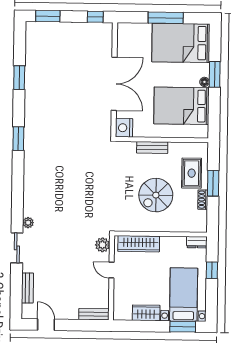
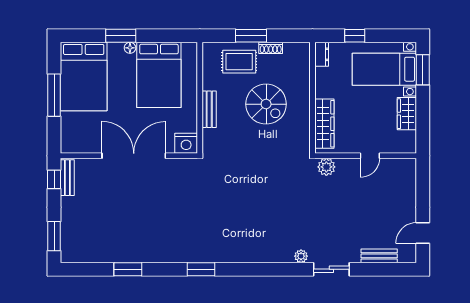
door: (112, 270) -> (370, 156), moved
bench: (94, 314) -> (67, 178), moved

